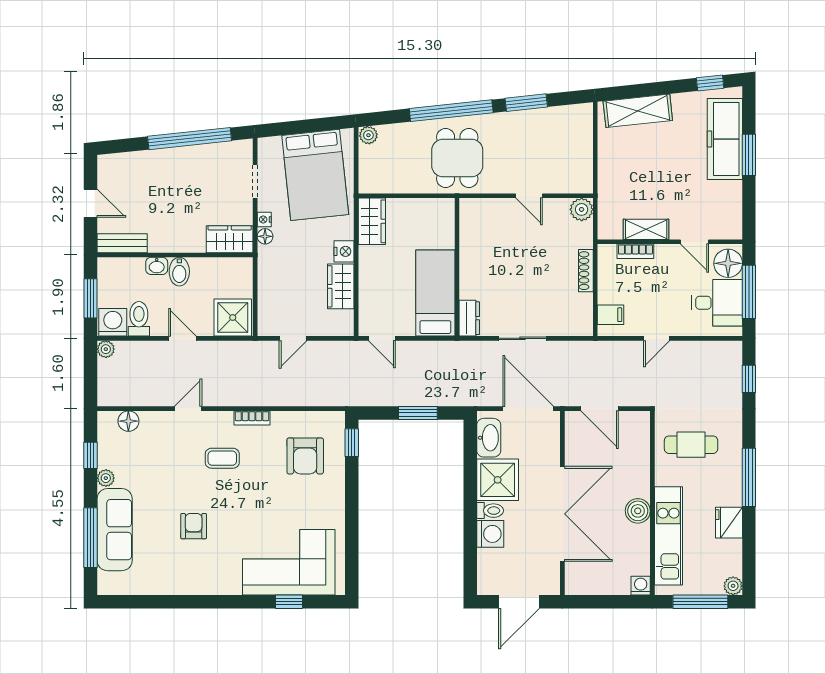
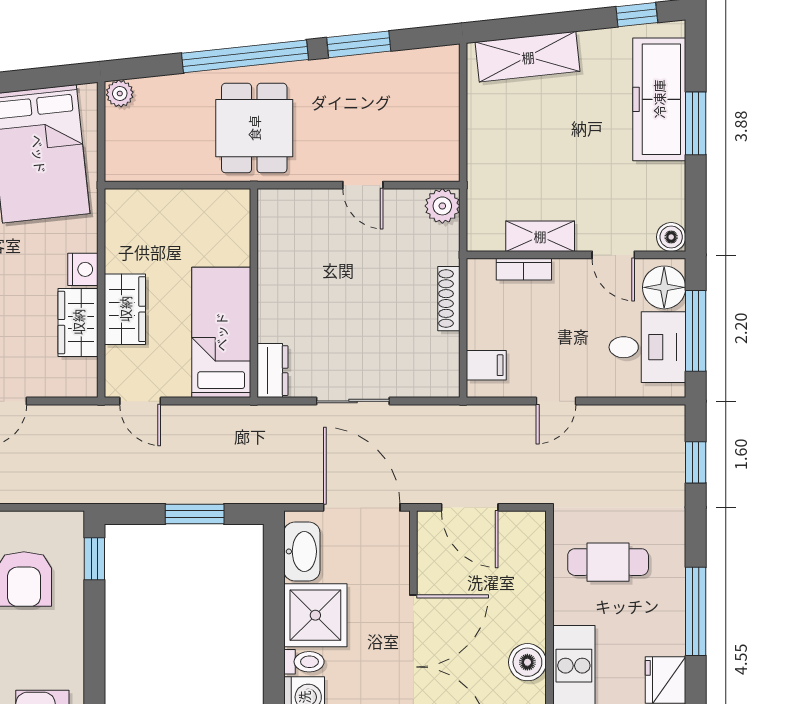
wardrobe: (372, 221) -> (125, 309), moved
boiler: (733, 230) -> (671, 237), added

